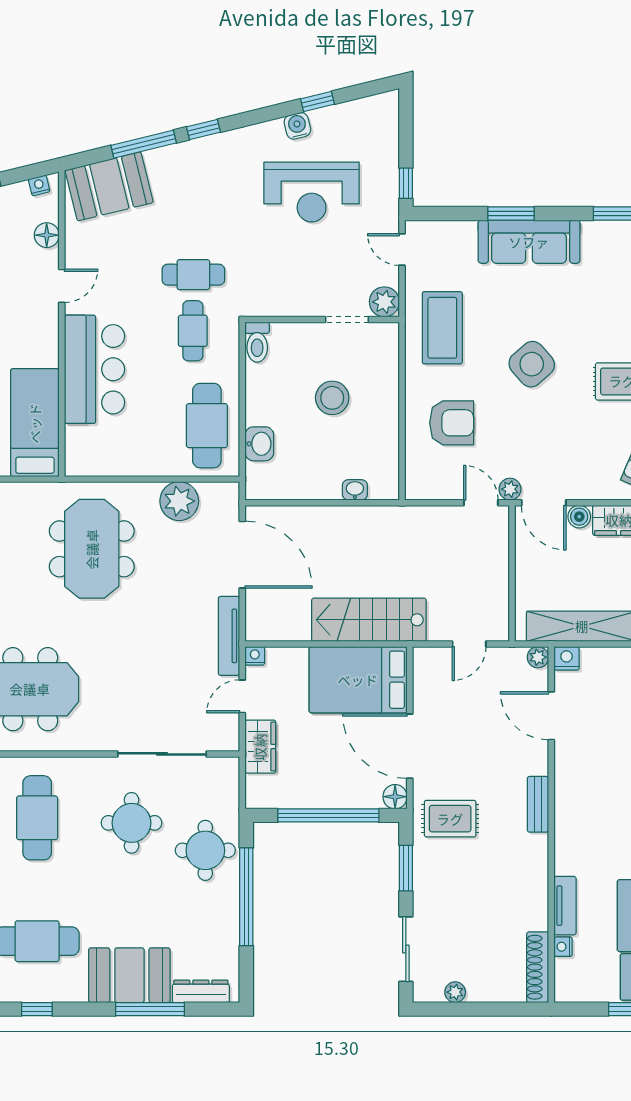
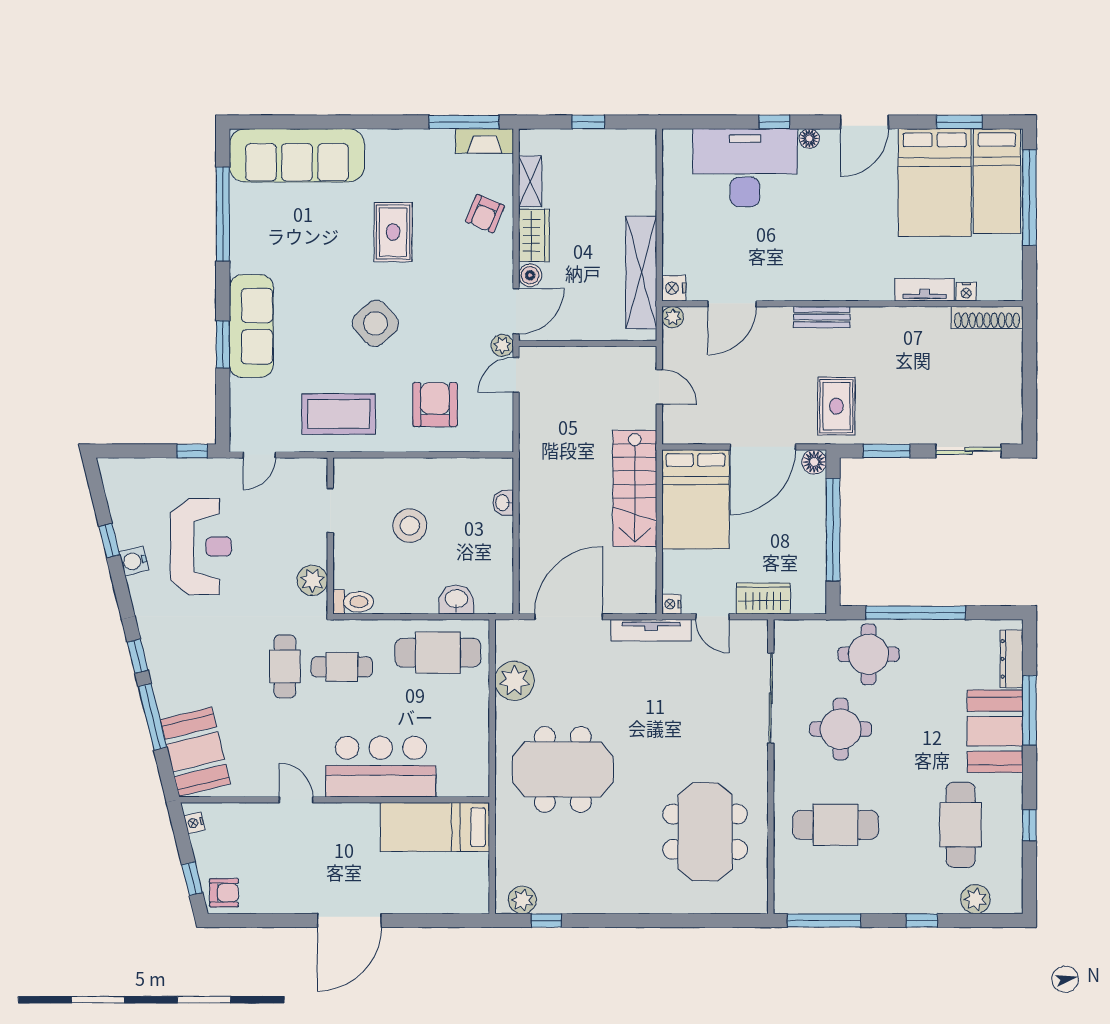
floor lamp: (47, 235) -> (245, 815), removed
plant: (384, 302) -> (312, 580), moved
plant: (455, 992) -> (1012, 401), removed

